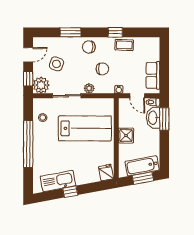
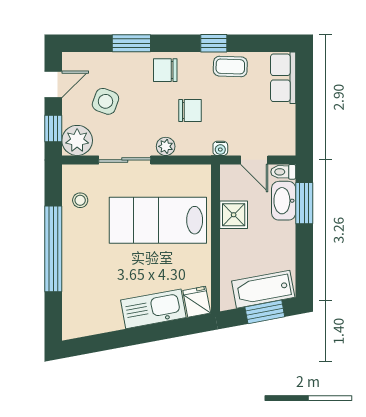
row of seats: (153, 75) -> (283, 78), moved
lab bench: (85, 128) -> (158, 220), turned 180
shower: (126, 135) -> (234, 215), moved
kitchen sink: (58, 181) -> (153, 309), moved
window: (70, 192) -> (131, 337), removed

